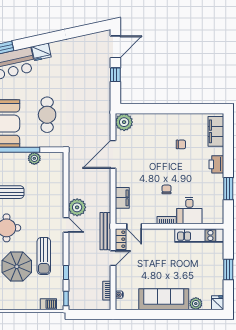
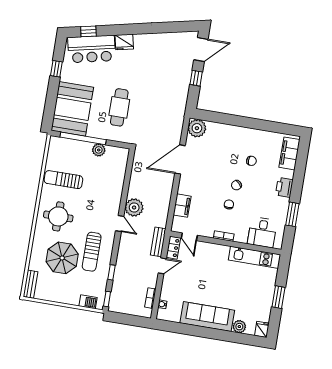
chair: (171, 170) -> (236, 185), added
desk: (189, 211) -> (262, 232), moved
bench: (105, 231) -> (158, 242), width x0.73

